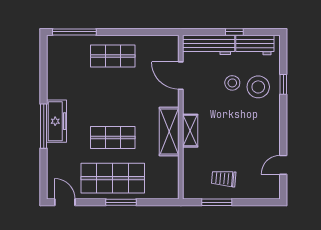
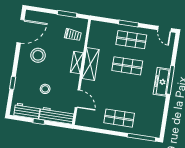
stool: (258, 87) -> (38, 55), moved
door: (283, 165) -> (21, 31), width x1.88
shop shelf: (113, 178) -> (131, 40), width x0.70, depth x0.74
trolley: (224, 179) -> (73, 35), moved

